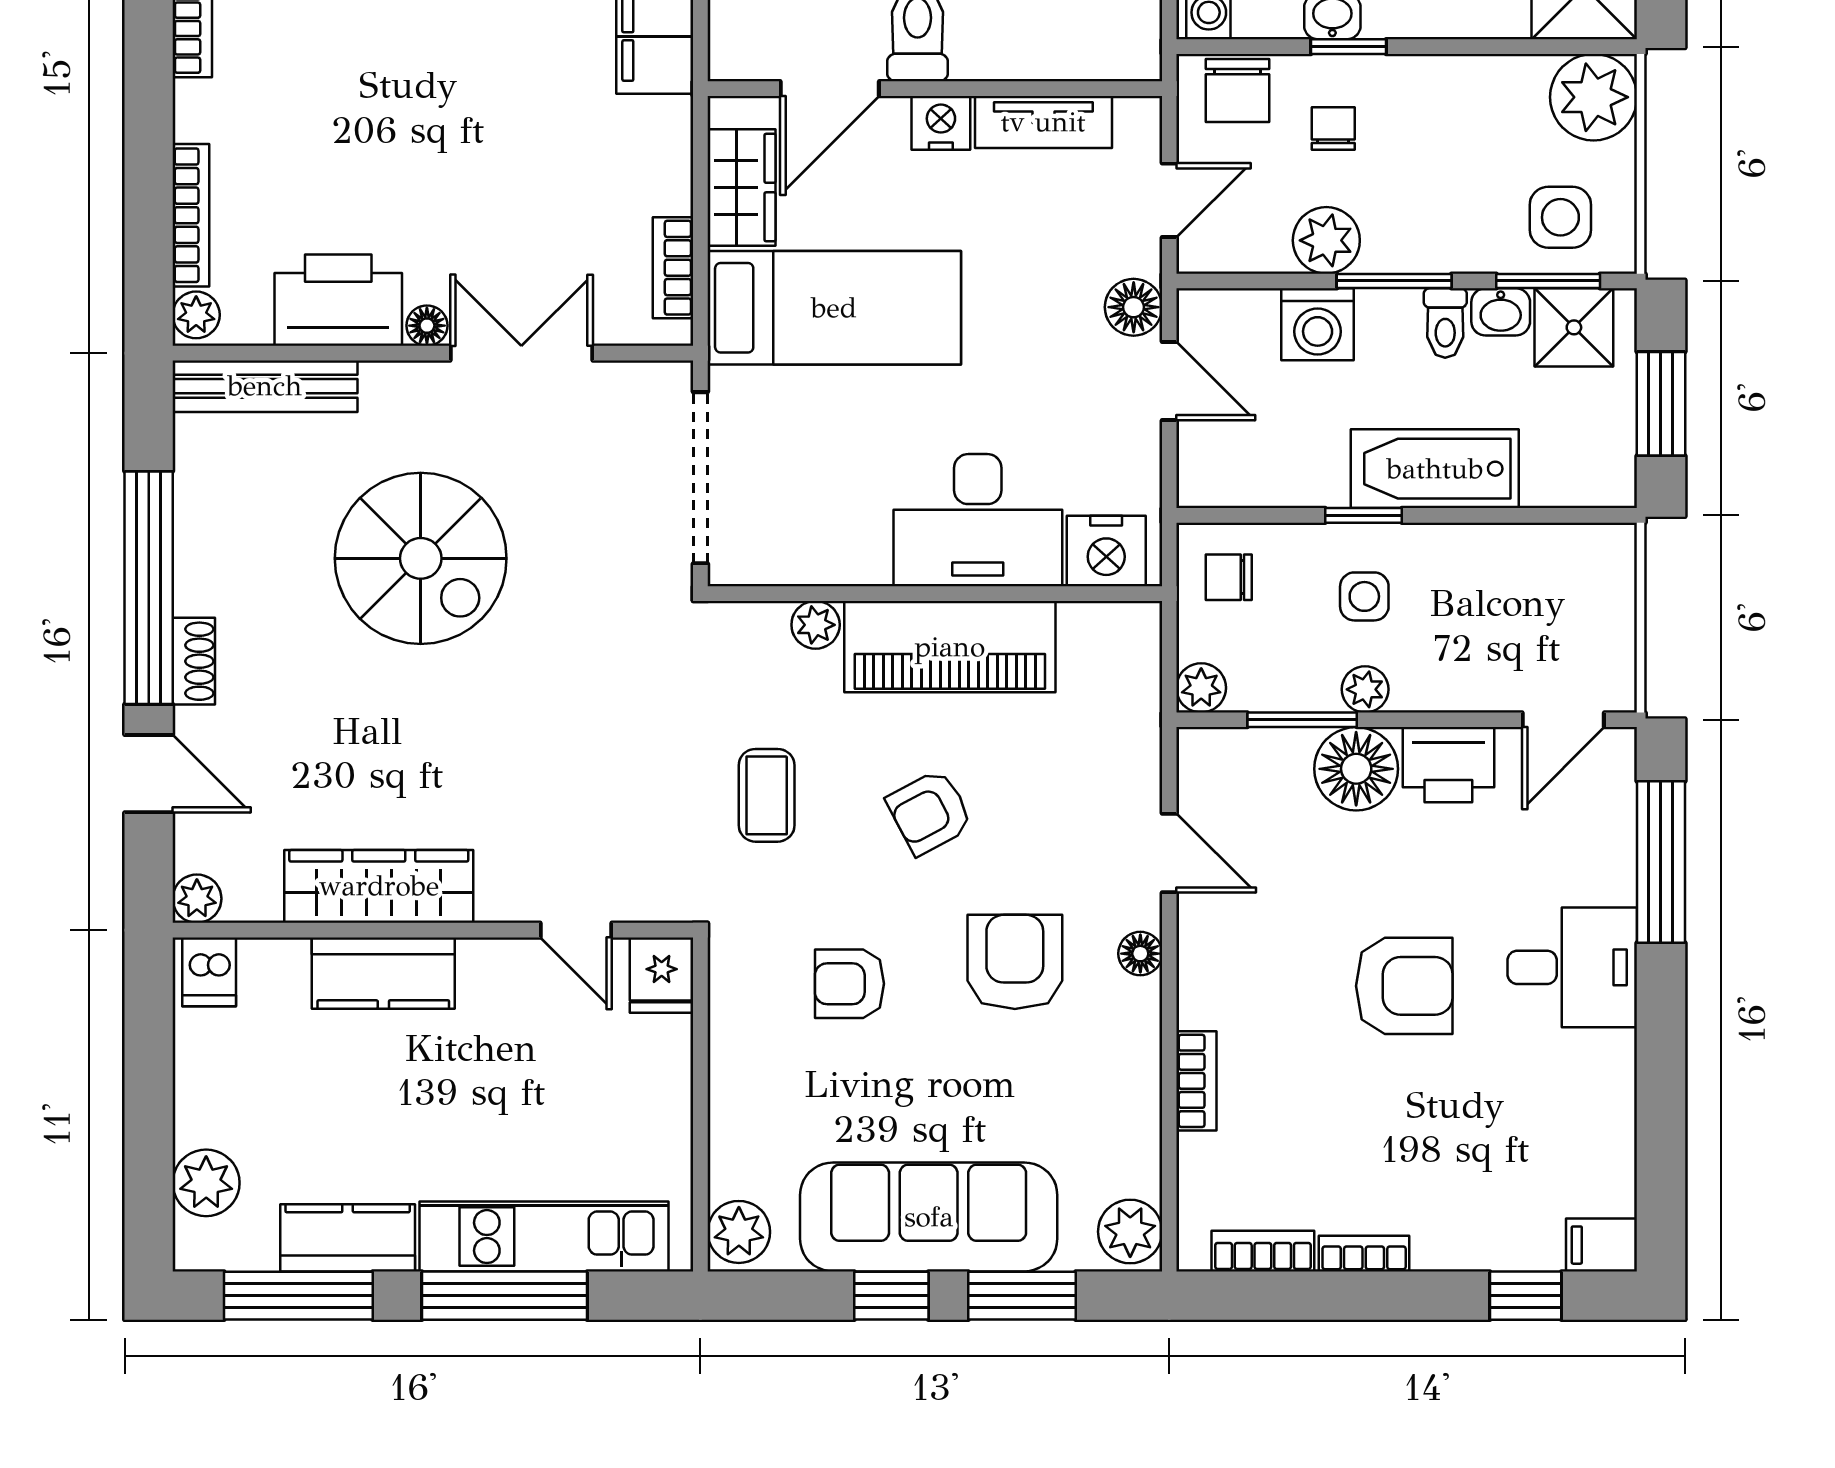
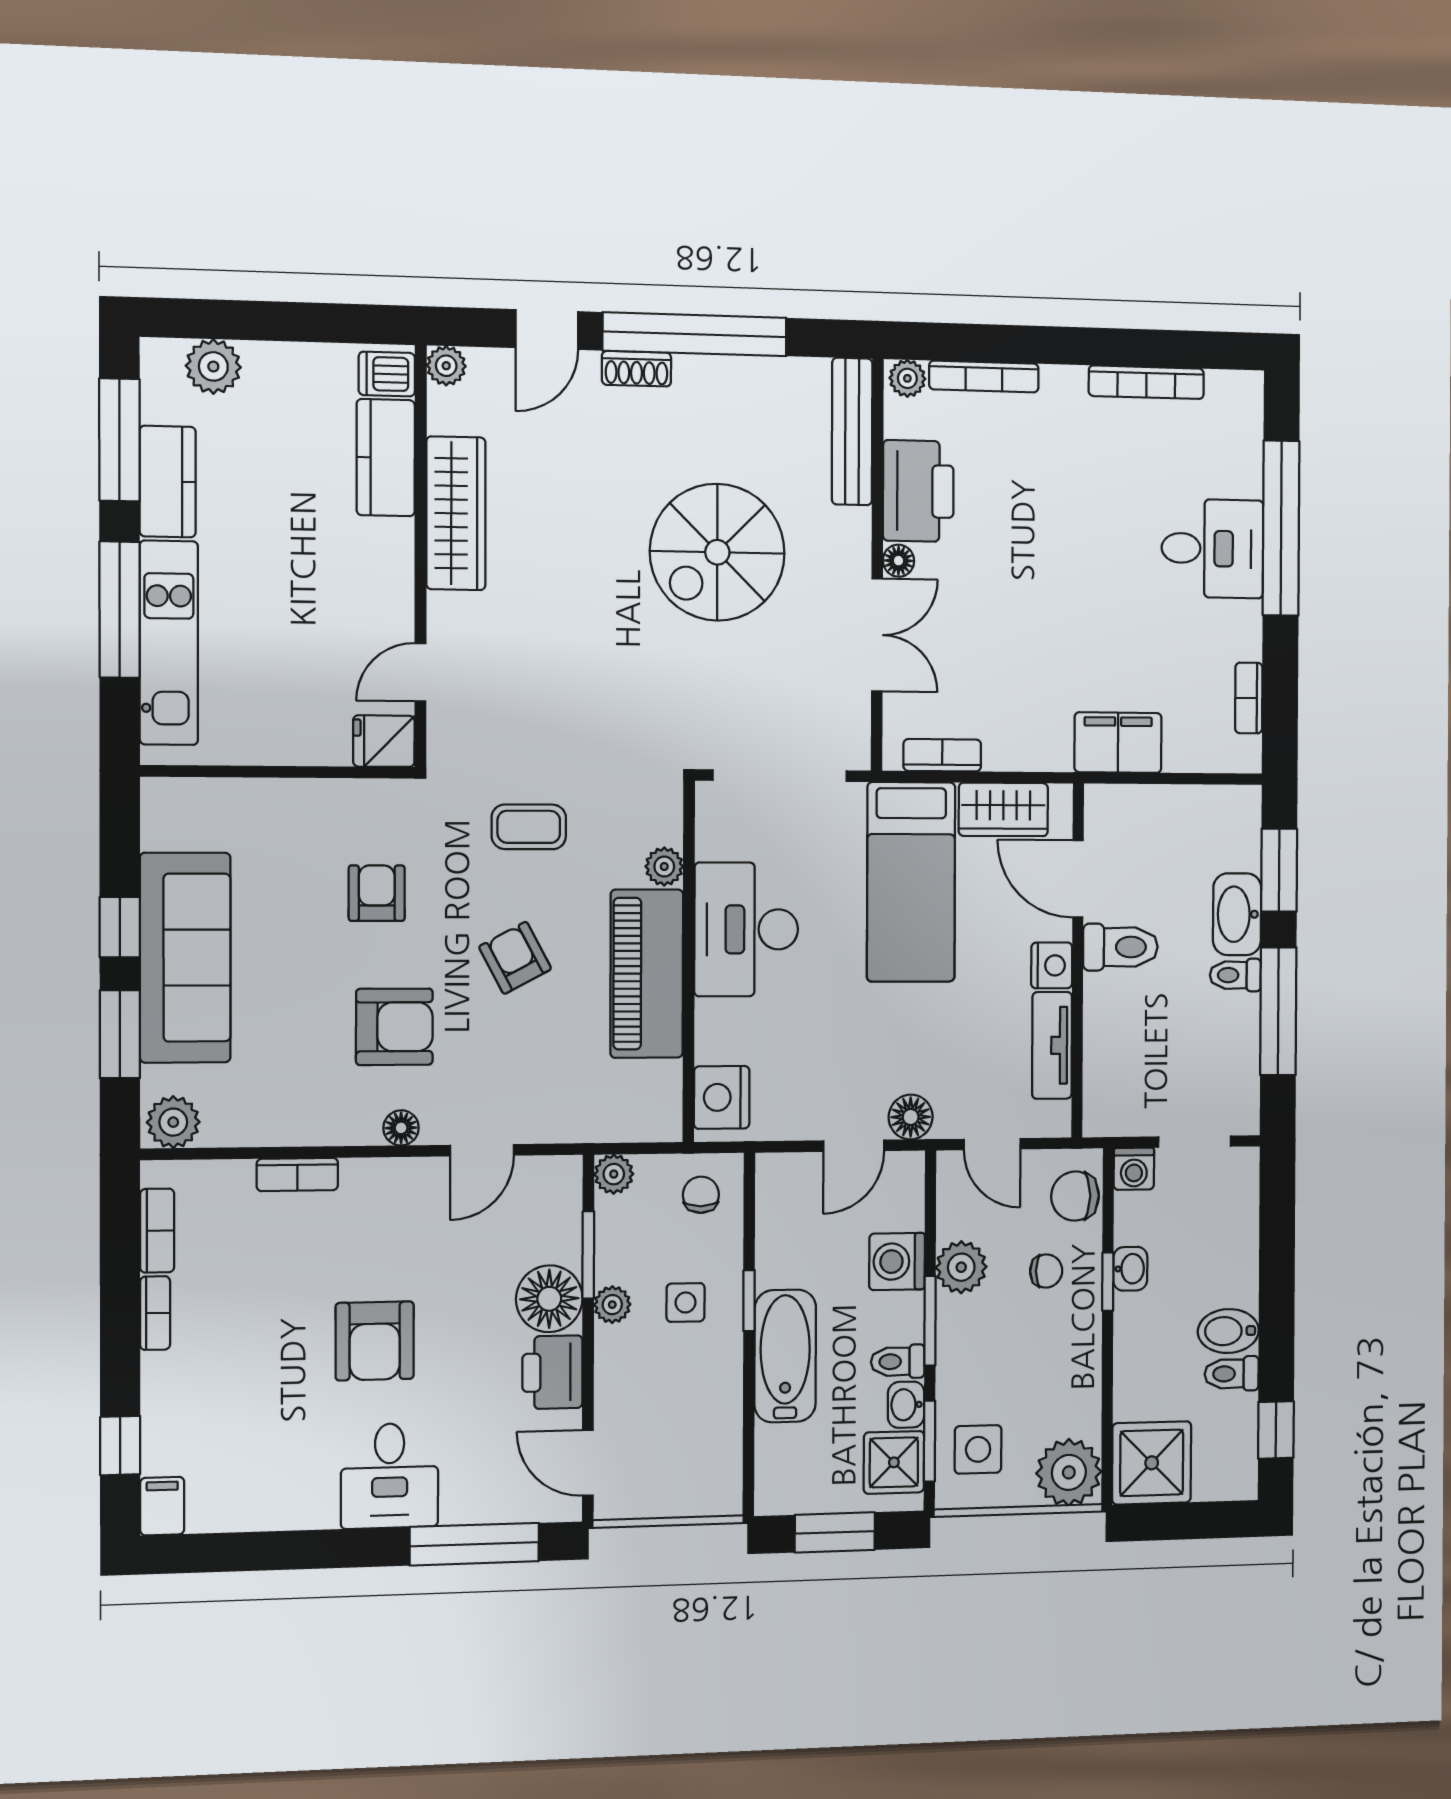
desk: (978, 520) -> (746, 929), moved
kitchen counter: (383, 973) -> (386, 458), moved
plant: (739, 1232) -> (173, 802), removed

